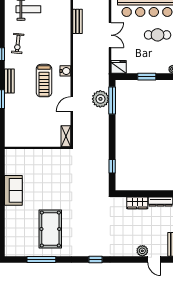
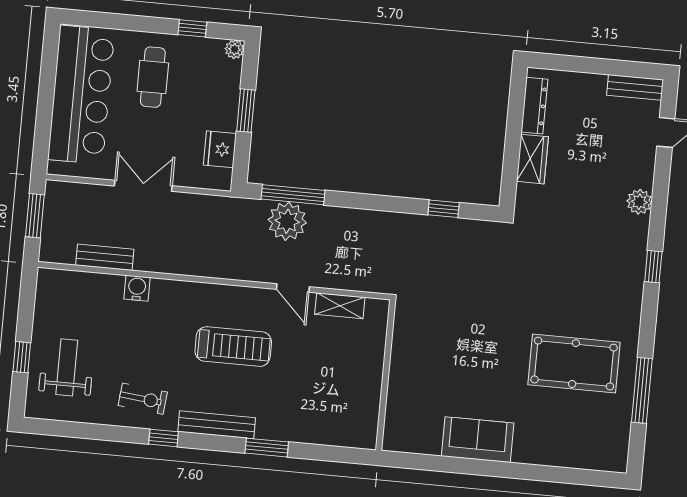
fridge: (119, 67) -> (220, 149), moved
water cooler: (65, 71) -> (137, 288), moved
bench: (9, 81) -> (217, 425), width x1.36
shelving: (66, 136) -> (340, 306), moved
plant: (142, 251) -> (639, 202), moved

